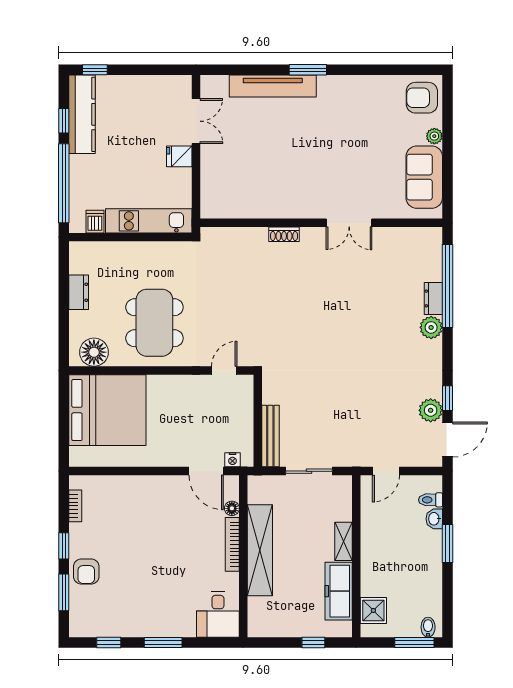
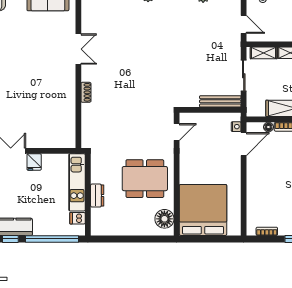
dresser: (79, 292) -> (97, 196), moved, turned 90
door: (224, 371) -> (177, 132), swing flipped
shelving: (343, 501) -> (263, 53), added

